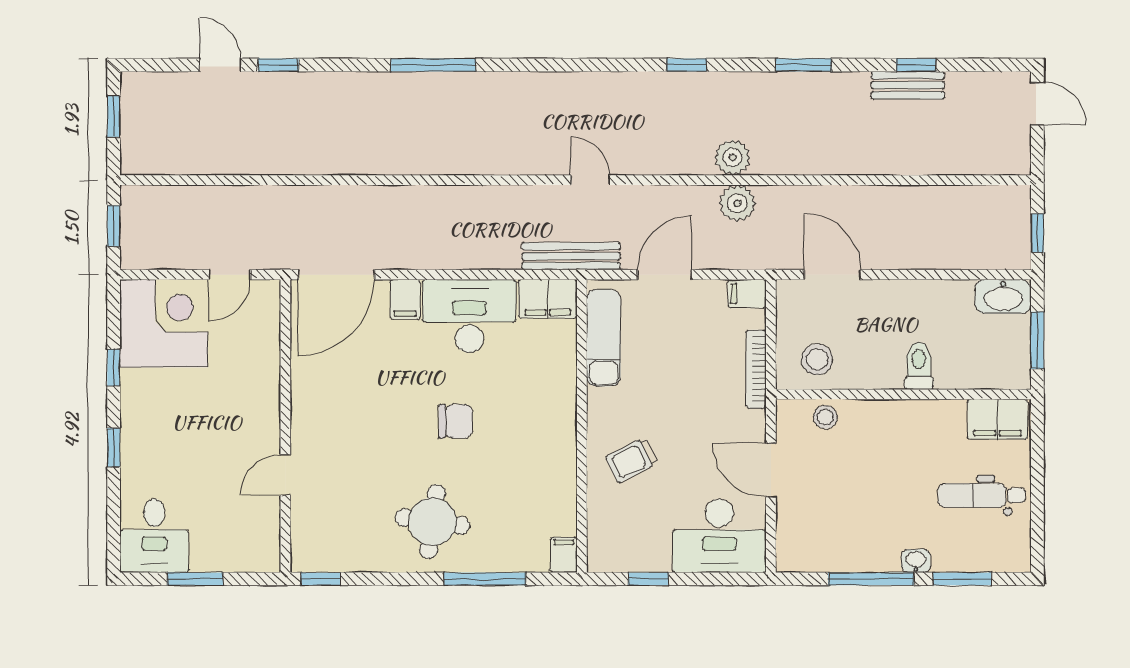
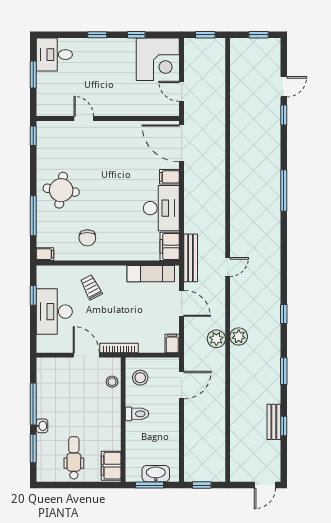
washbasin: (1003, 296) -> (156, 474), moved, turned 90
toilet: (919, 366) -> (137, 414), moved
bookcase: (756, 369) -> (119, 348), moved
chair: (456, 421) -> (87, 238), moved
door: (771, 470) -> (86, 355), hinge flipped
desk: (719, 536) -> (54, 312), moved

